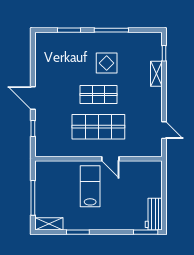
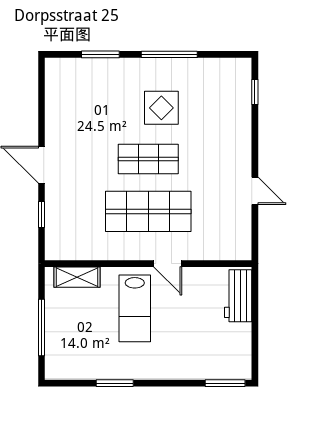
shelving: (156, 74) -> (242, 125), removed
door: (164, 130) -> (255, 191), moved
lab bench: (90, 186) -> (135, 308), turned 180
workbench: (154, 214) -> (238, 296), moved
shelving: (49, 224) -> (77, 277), moved

